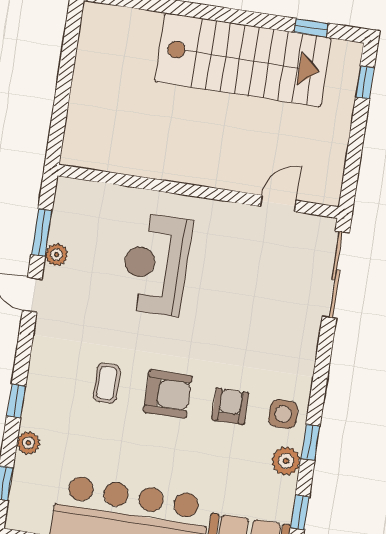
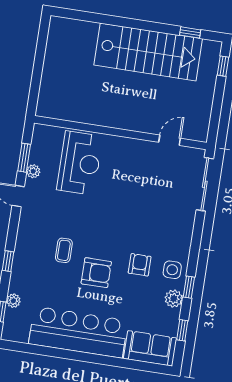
reception desk: (156, 264) -> (80, 163), moved, turned 180
armchair: (168, 394) -> (96, 273), moved
plant: (28, 443) -> (13, 301), moved

